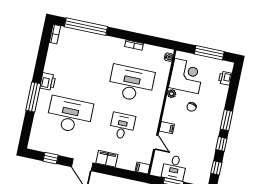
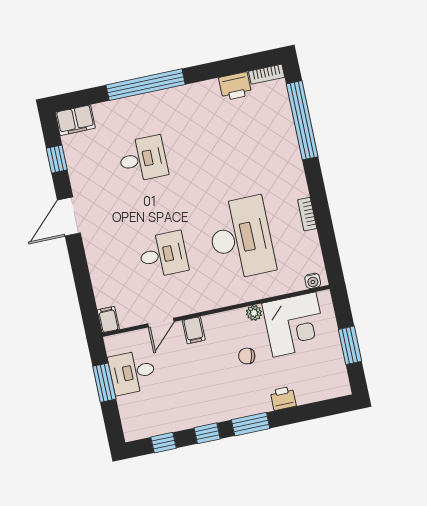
window: (209, 53) -> (350, 345), width x0.69
printer: (225, 78) -> (283, 398), moved
printer: (48, 82) -> (235, 86), moved
window: (33, 97) -> (146, 85), width x1.46
desk: (70, 115) -> (143, 159), width x0.53, depth x0.77
filing cabinet: (107, 159) -> (75, 120), moved, turned 90

